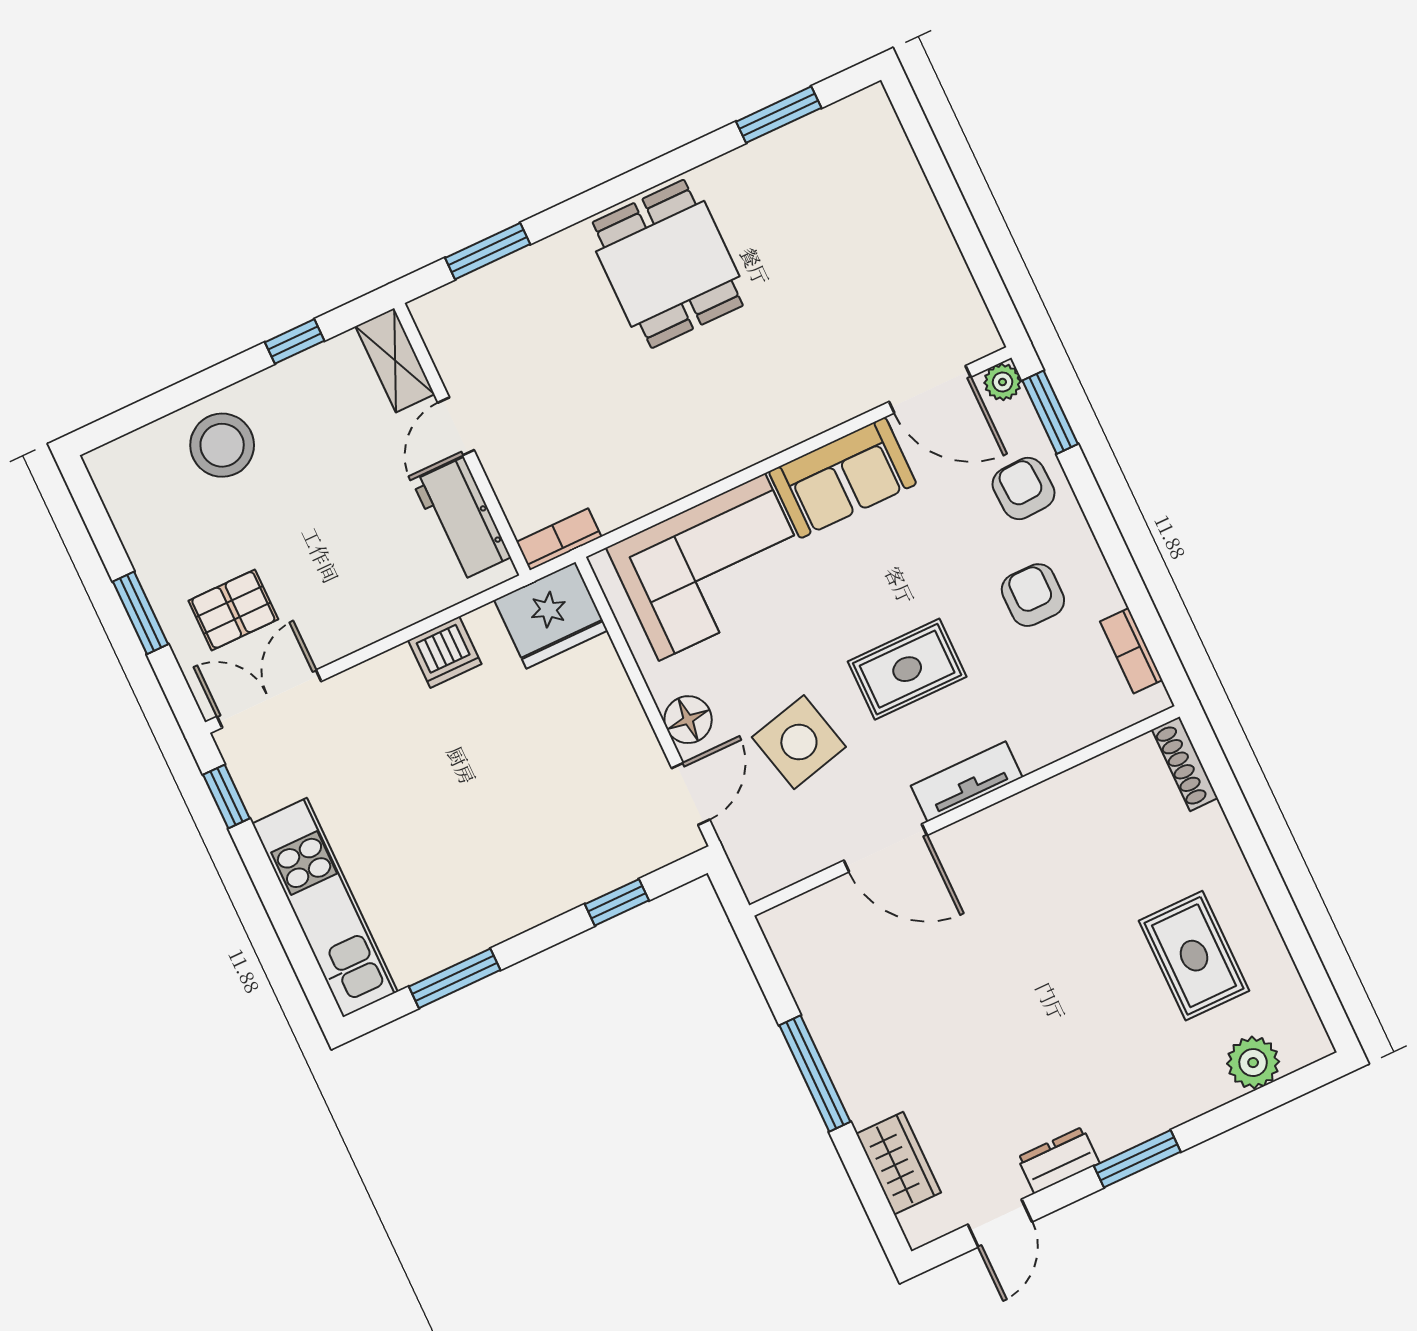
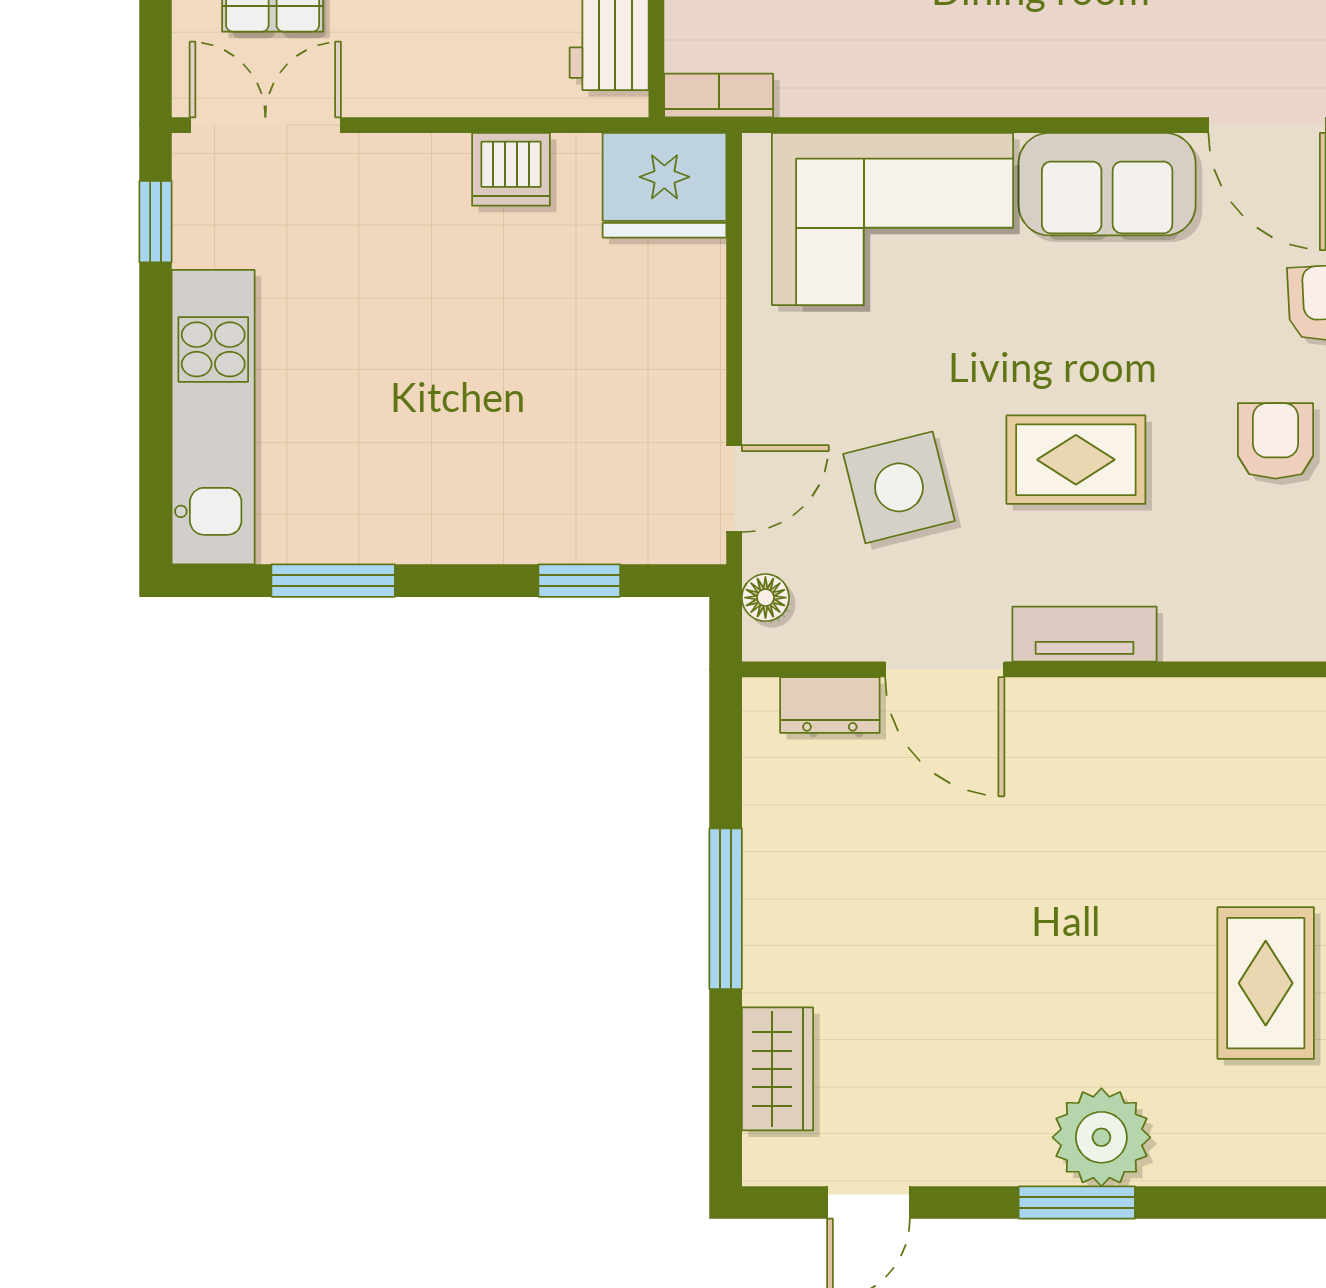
floor lamp: (688, 720) -> (765, 598), moved, width x0.73, depth x0.73
plant: (1253, 1063) -> (1101, 1137), moved, width x1.36, depth x1.36
dresser: (1058, 1160) -> (830, 705), moved, turned 180

